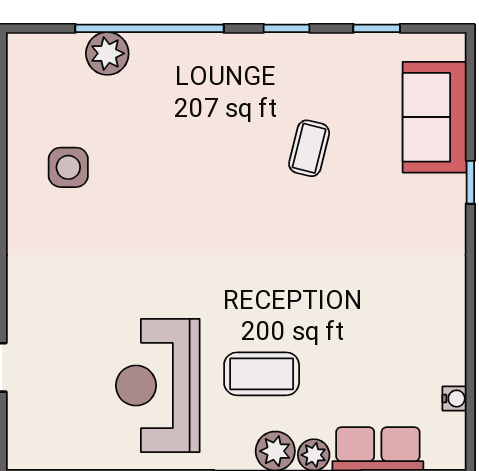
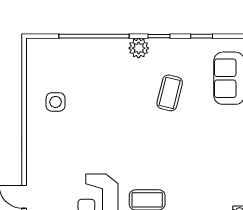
plant: (107, 53) -> (139, 48), moved
coffee table: (309, 148) -> (170, 93), width x1.36, depth x1.30

